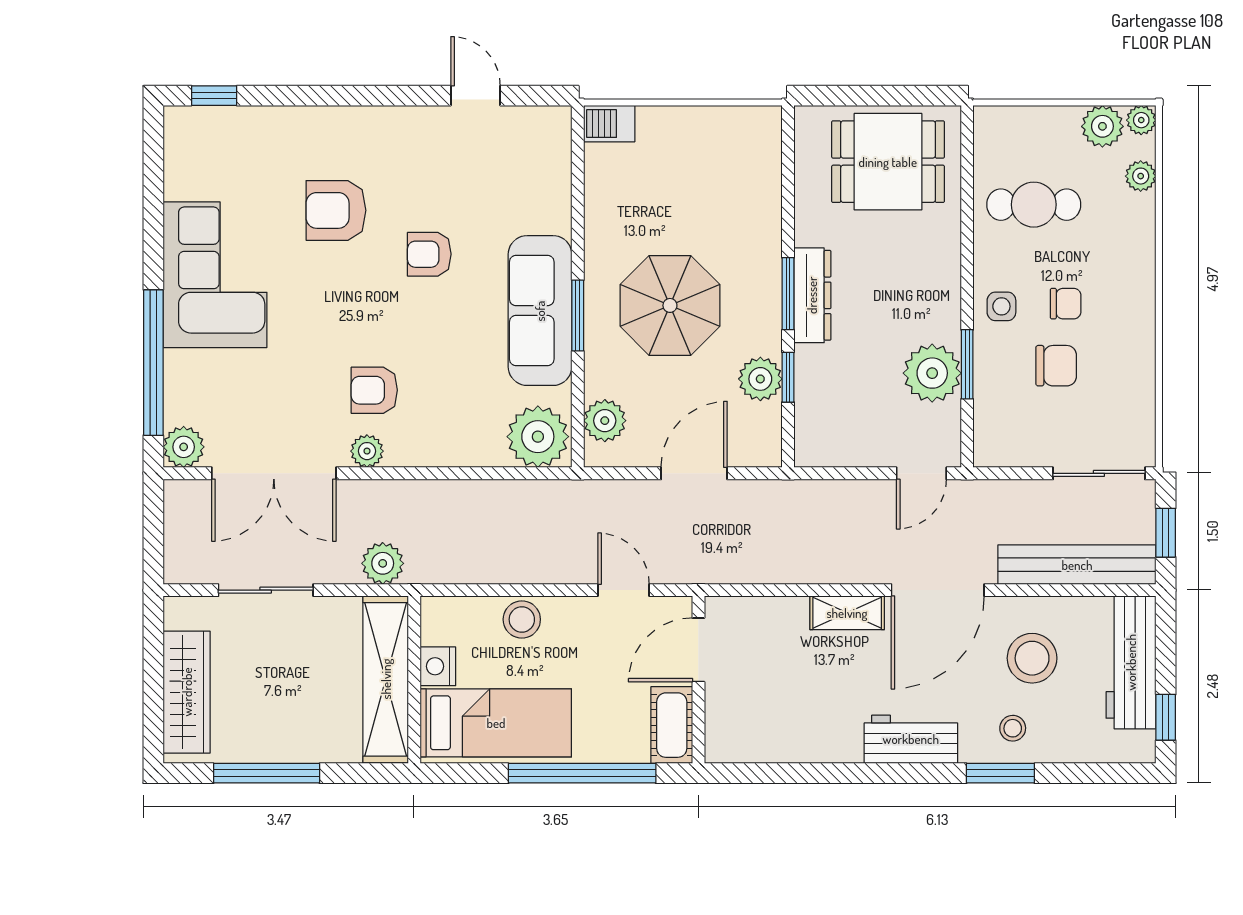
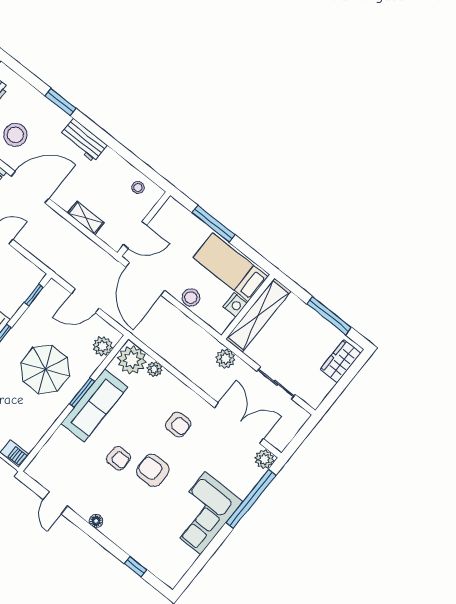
window: (214, 96) -> (136, 567), moved
floor lamp: (383, 119) -> (96, 521), added
armchair: (336, 210) -> (153, 470), moved, turned 180
window: (788, 377) -> (34, 295), moved
plant: (760, 379) -> (34, 316), removed
plant: (367, 451) -> (154, 369), moved
door: (623, 590) -> (145, 279), width x1.87
shelving: (847, 613) -> (86, 218), moved
wardrobe: (187, 692) -> (341, 361), width x0.67
cot: (672, 725) -> (167, 215), removed
stool: (1013, 728) -> (138, 187), moved
window: (582, 773) -> (214, 224), width x0.68

